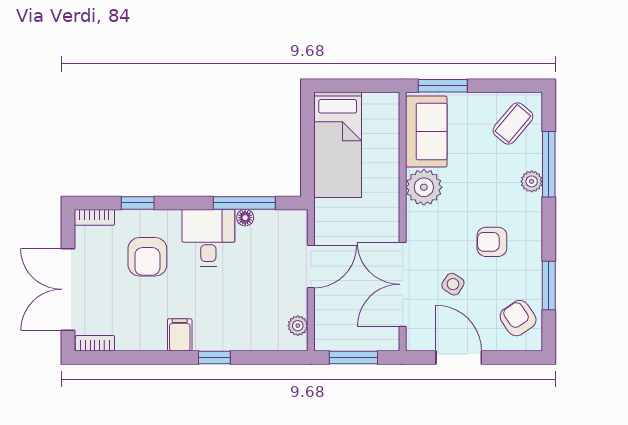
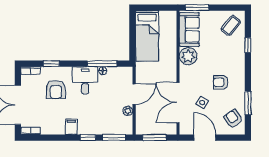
window: (549, 164) -> (248, 45), width x0.46
plant: (532, 181) -> (240, 53), removed
plant: (298, 326) -> (128, 111), moved
window: (269, 357) -> (114, 138), added

